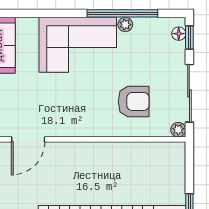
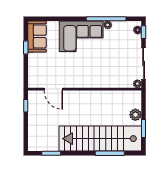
armchair: (134, 101) -> (112, 68), removed
door: (28, 139) -> (53, 89), hinge flipped
plant: (175, 185) -> (135, 115), added

